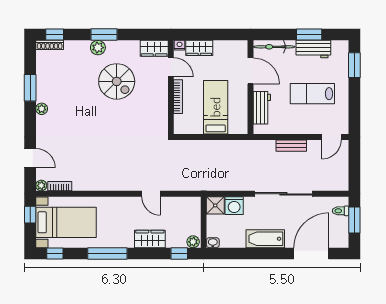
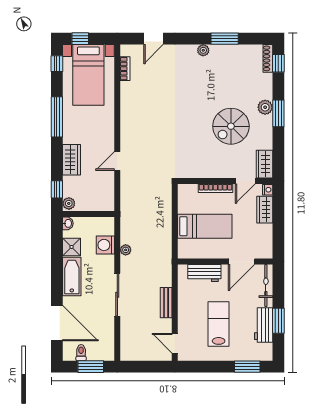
plant: (41, 186) -> (126, 250), moved
sliding door: (283, 194) -> (117, 295), width x0.73
shower: (215, 205) -> (72, 247), moved
toilet: (341, 211) -> (81, 353), moved
window: (30, 215) -> (80, 39), moved

